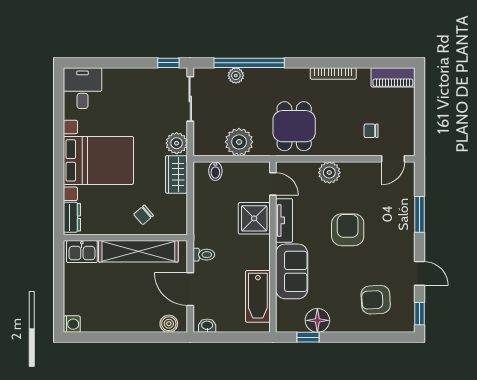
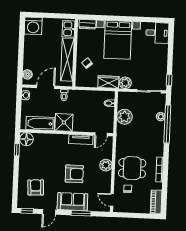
dining table: (294, 126) -> (132, 168), moved
shower: (254, 218) -> (64, 122), moved
sofa: (292, 271) -> (72, 202), moved, turned 180
floor lamp: (317, 320) -> (26, 139), moved
washing machine: (72, 324) -> (33, 26), width x1.89, depth x1.89

